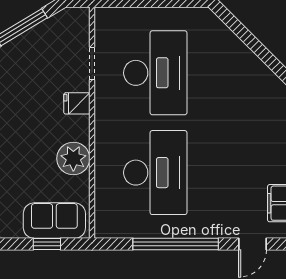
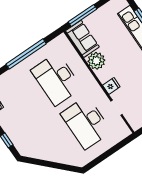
sofa: (54, 221) -> (82, 39), moved, turned -90
window: (47, 244) -> (82, 15), width x2.17

